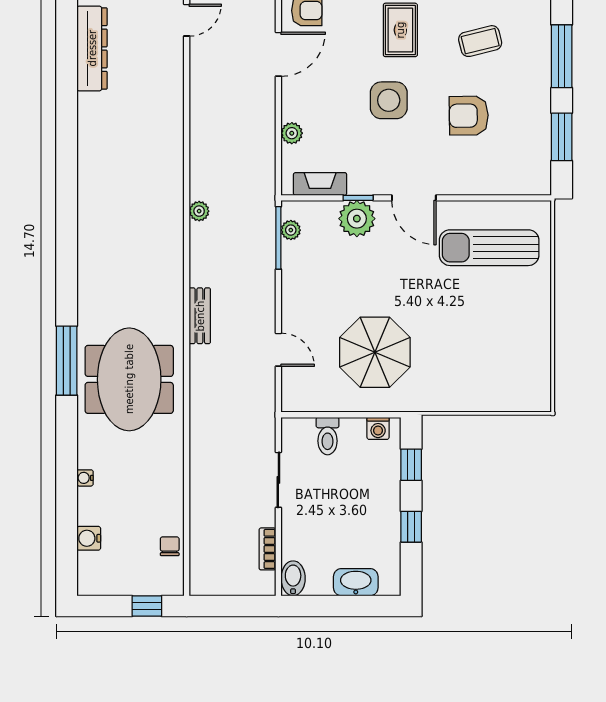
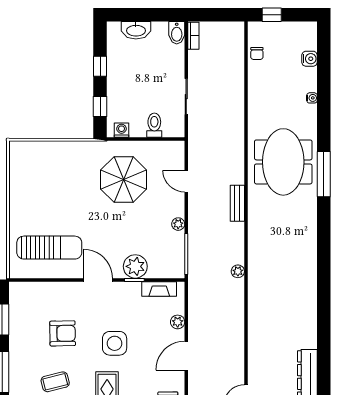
door: (278, 54) -> (186, 356), moved
plant: (291, 230) -> (178, 224), moved
bookcase: (267, 549) -> (193, 36), moved

